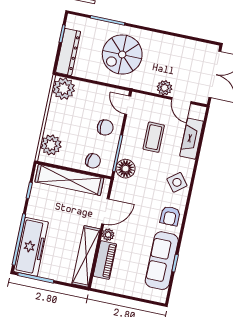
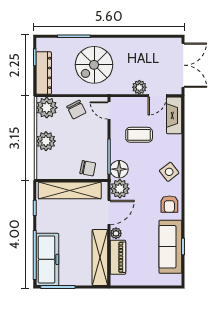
door: (181, 100) -> (157, 96), hinge flipped
chair: (105, 128) -> (76, 110), moved, turned 63
coffee table: (154, 137) -> (139, 135), turned 90
fireplace: (192, 139) -> (174, 115), moved
plant: (51, 145) -> (46, 141), moved
plant: (122, 189) -> (120, 189), added

